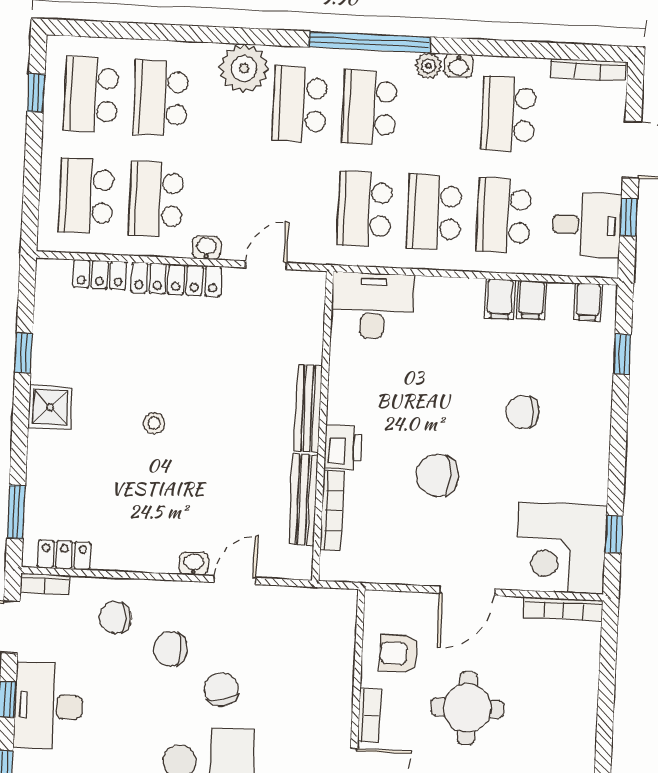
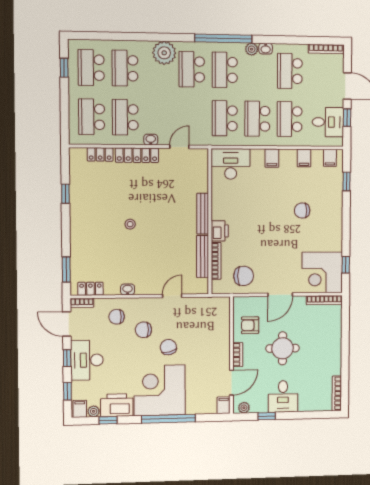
filing cabinet: (500, 299) -> (272, 158), moved
shower: (50, 407) -> (80, 219), removed
chair: (437, 475) -> (244, 276), moved, turned 180
washbasin: (194, 563) -> (128, 289), moved

